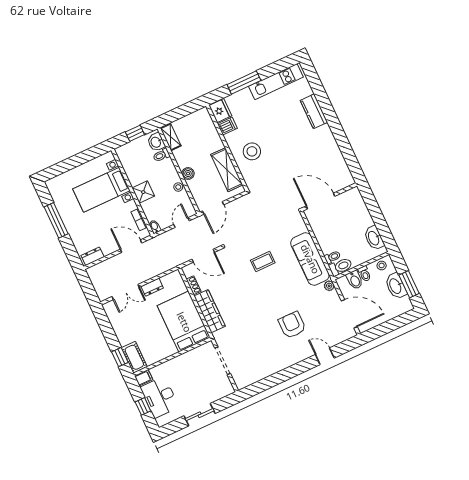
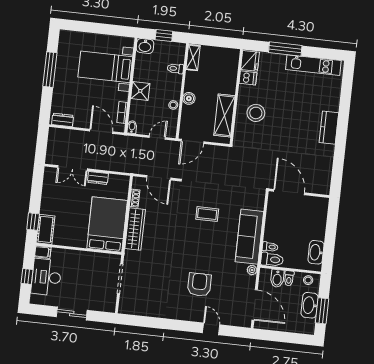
kitchen counter: (314, 111) -> (329, 128), moved
washbasin: (156, 142) -> (145, 46), moved, turned -90

